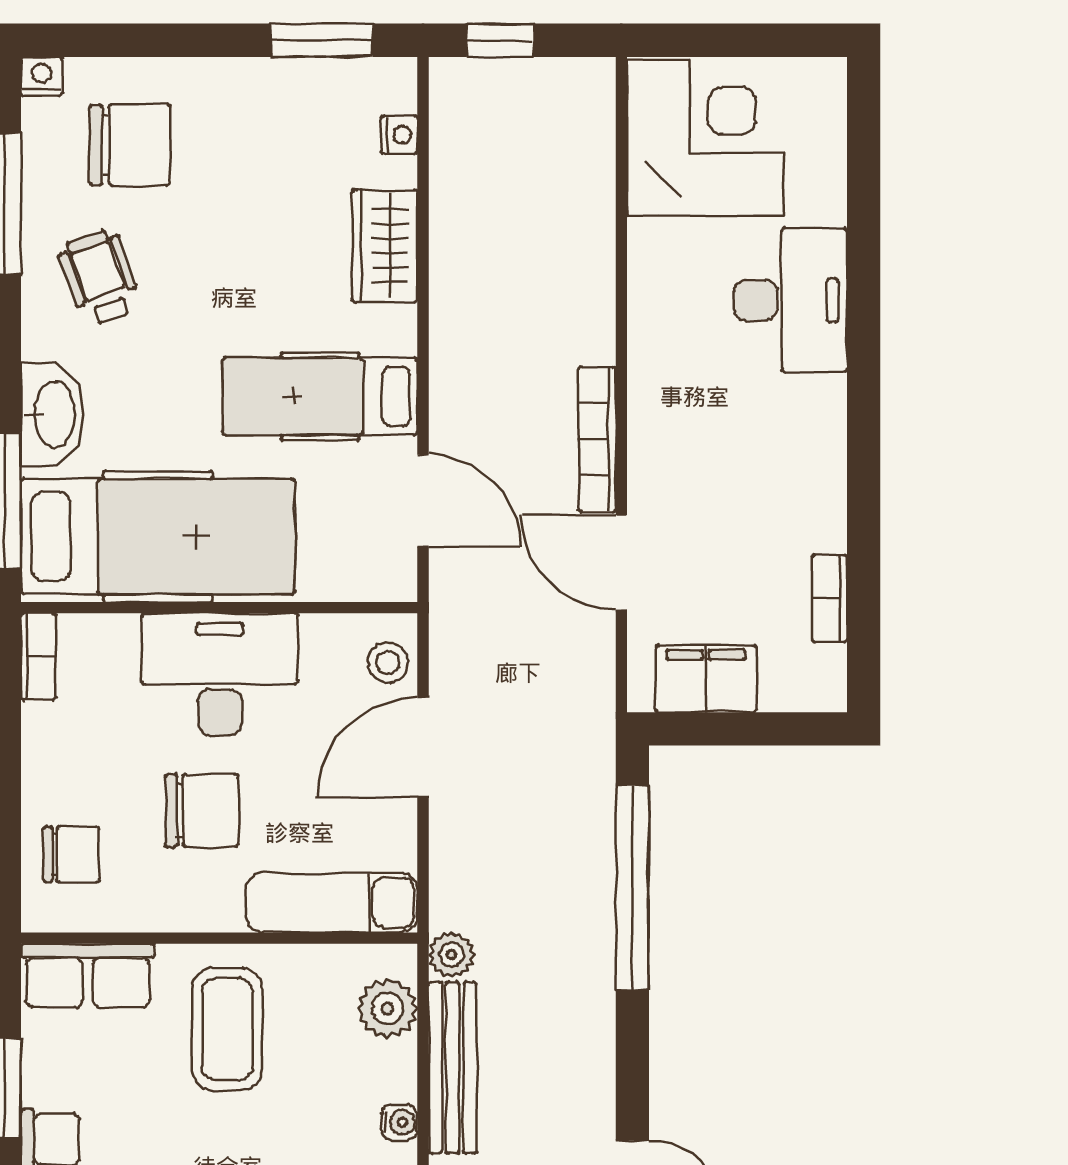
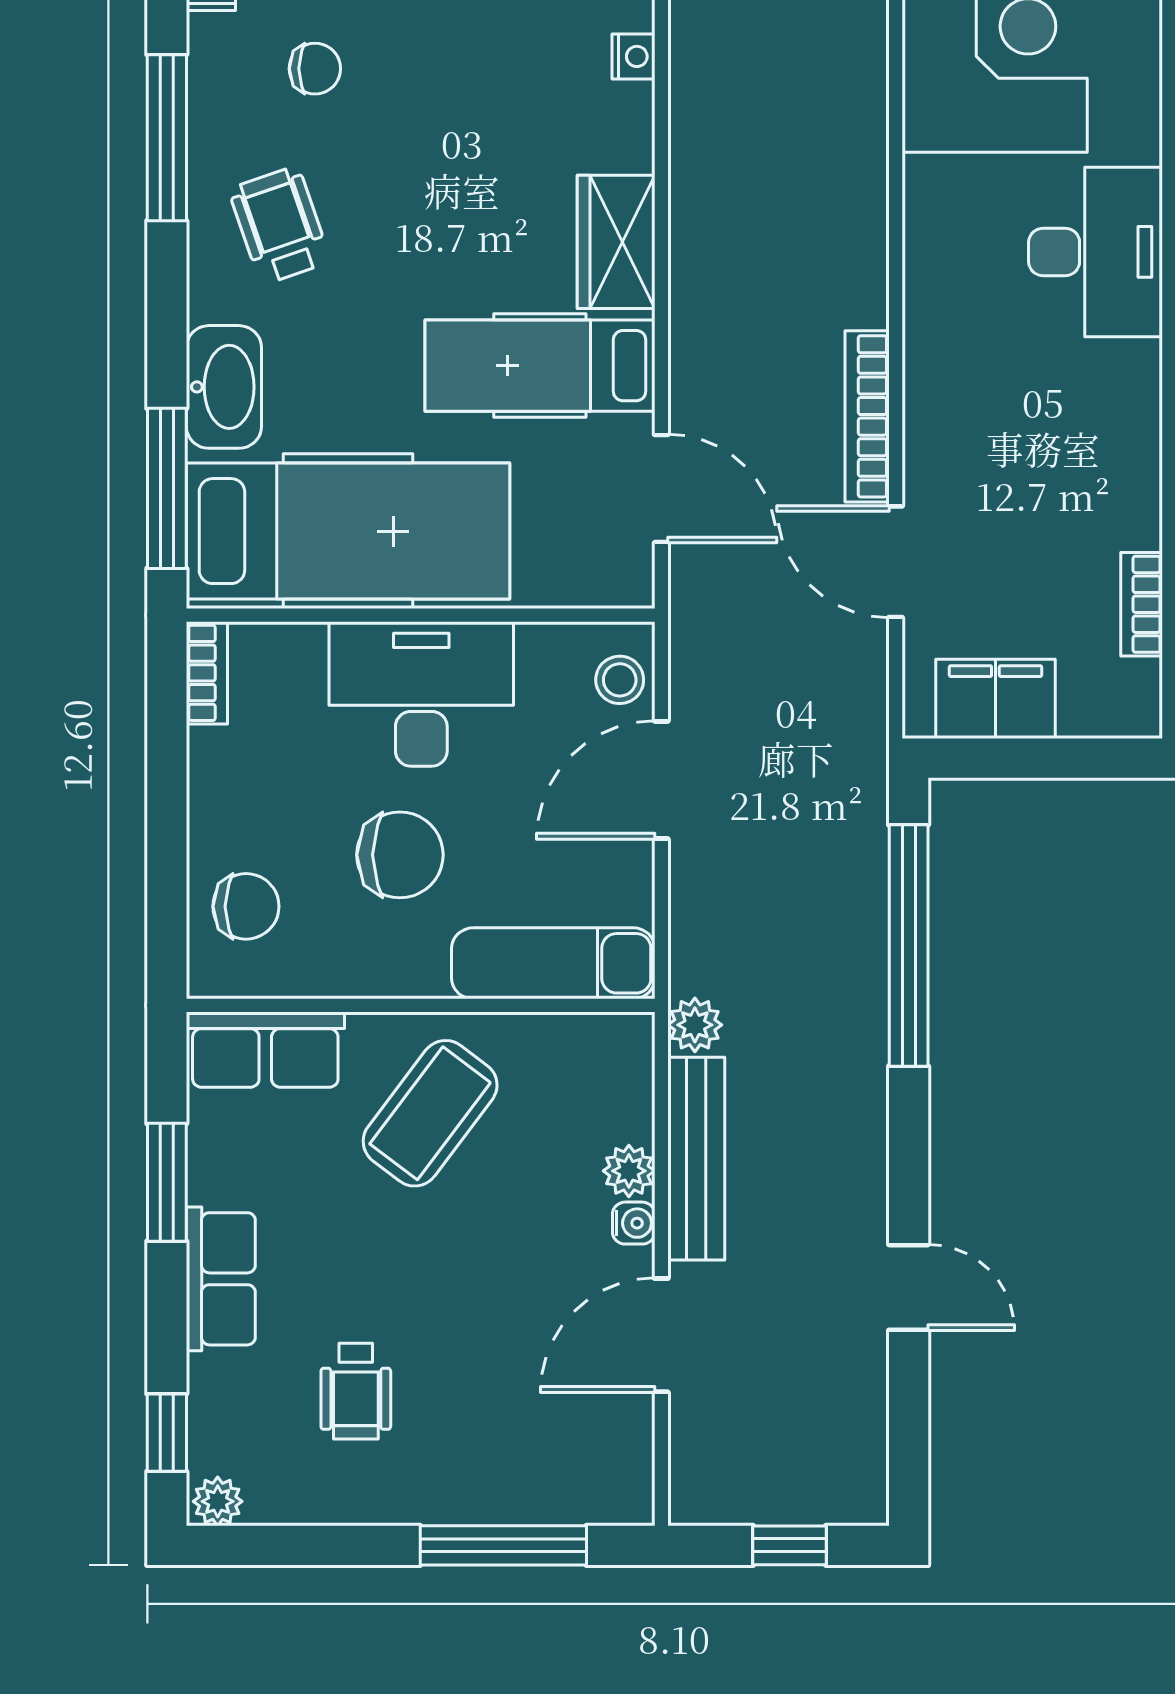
chair: (130, 145) -> (315, 69), width x0.54, depth x0.54
wardrobe: (385, 246) -> (616, 242), moved
plant: (387, 1009) -> (629, 1171), moved, width x0.73, depth x0.73
coffee table: (227, 1029) -> (430, 1113), turned 37

